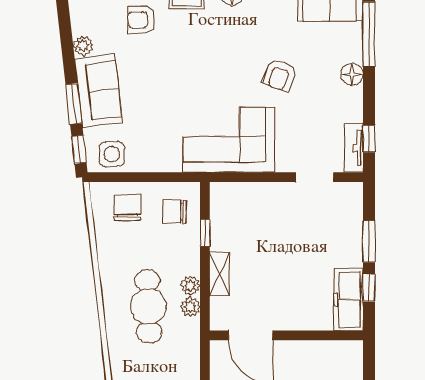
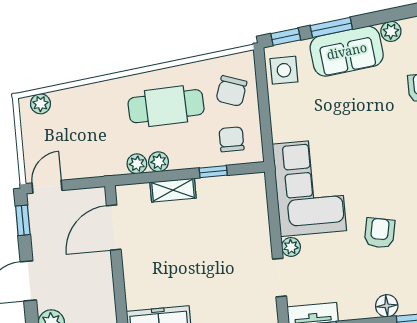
armchair: (280, 75) -> (380, 233), turned 80
plant: (286, 163) -> (291, 247), added
chair: (127, 208) -> (231, 91), turned 109
cafe table: (148, 306) -> (166, 106), moved

